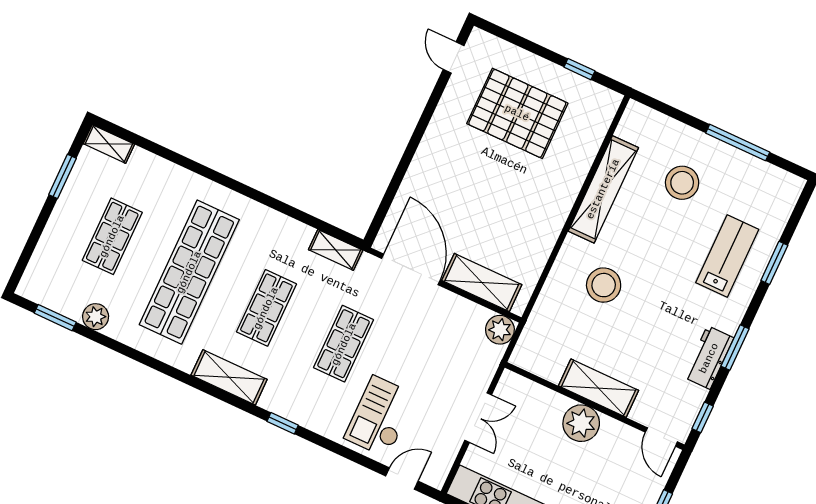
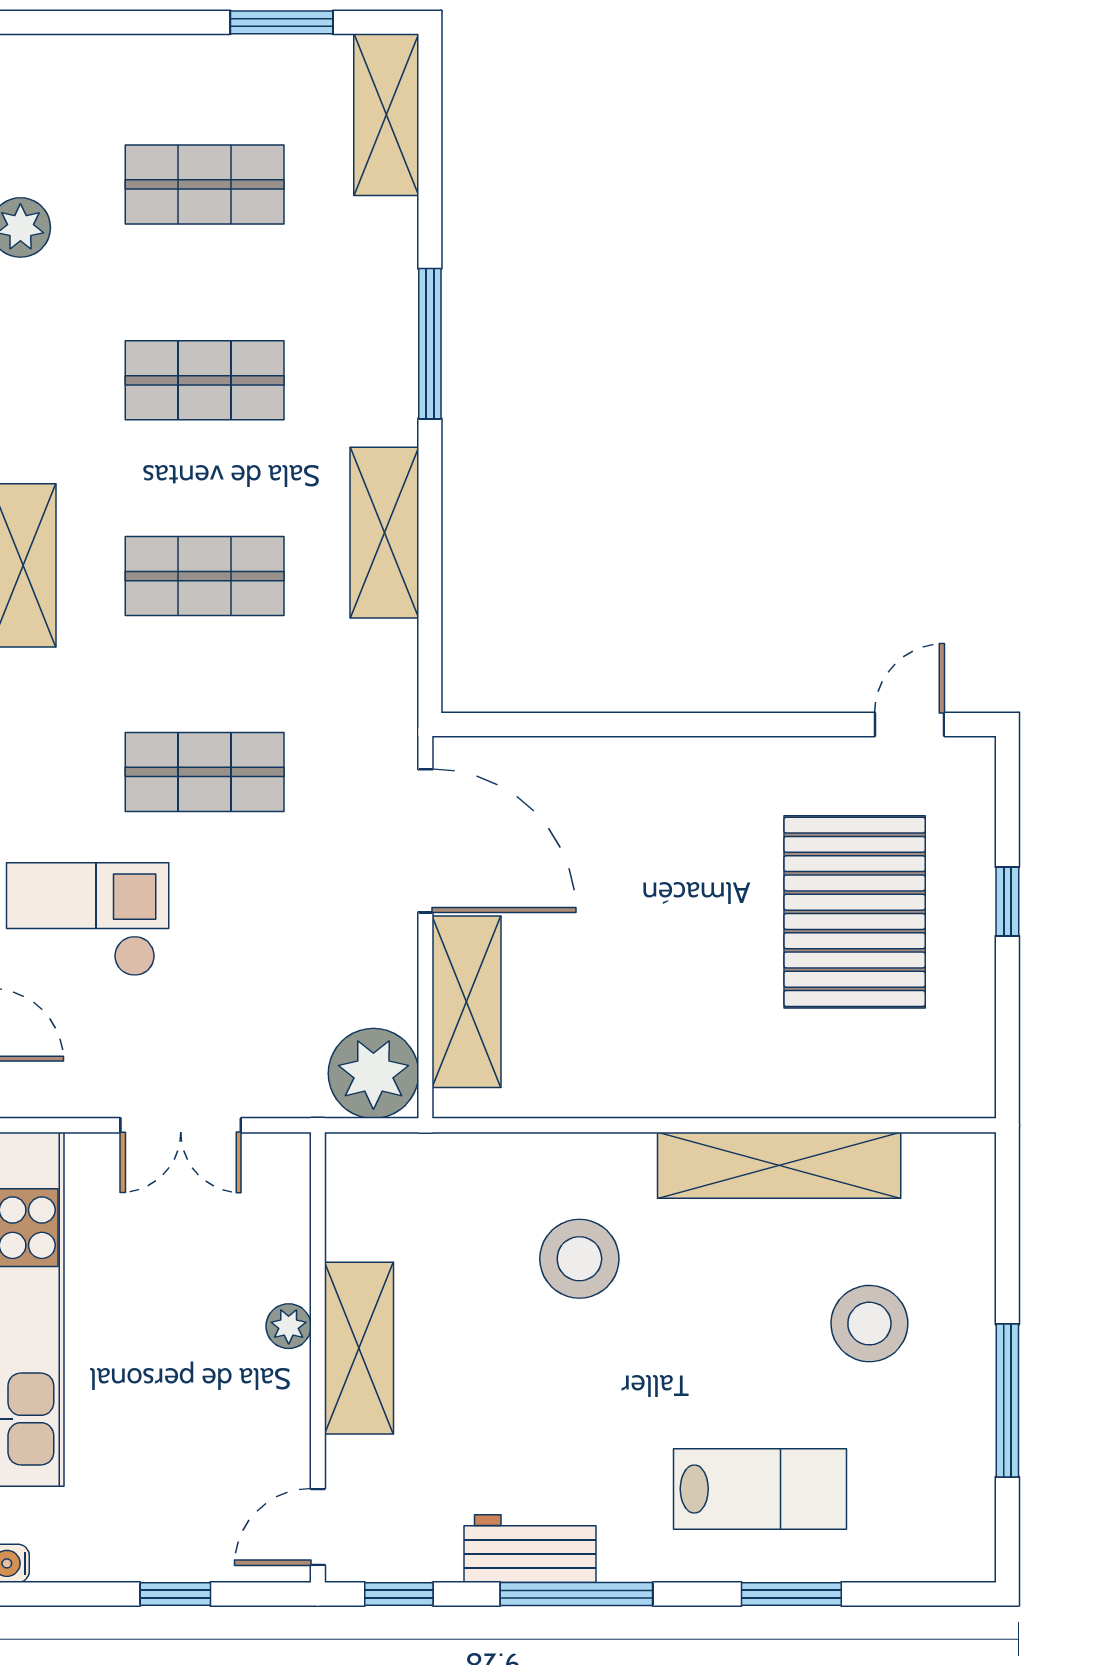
window: (579, 69) -> (1007, 902), moved
shelving: (109, 144) -> (386, 115), width x1.50, depth x1.33
window: (216, 177) -> (430, 344), added
shelving: (336, 250) -> (384, 533), moved, width x1.50, depth x1.33
door: (411, 269) -> (425, 841), hinge flipped
shop shelf: (189, 272) -> (205, 380), width x0.50, depth x0.74
plant: (500, 330) -> (373, 1073), width x1.36, depth x1.36
window: (735, 347) -> (576, 1594), width x1.44
plant: (581, 423) -> (289, 1326), width x0.53, depth x0.53

